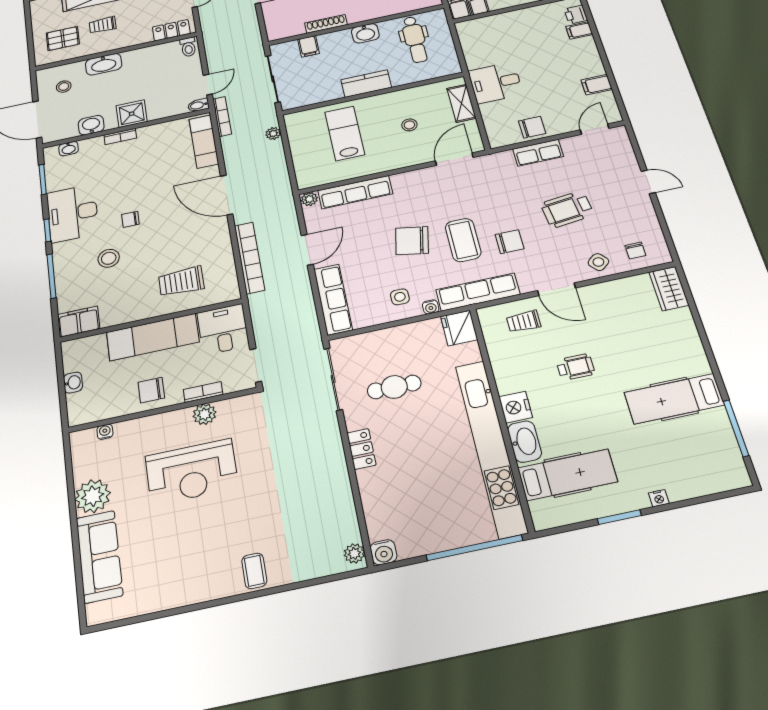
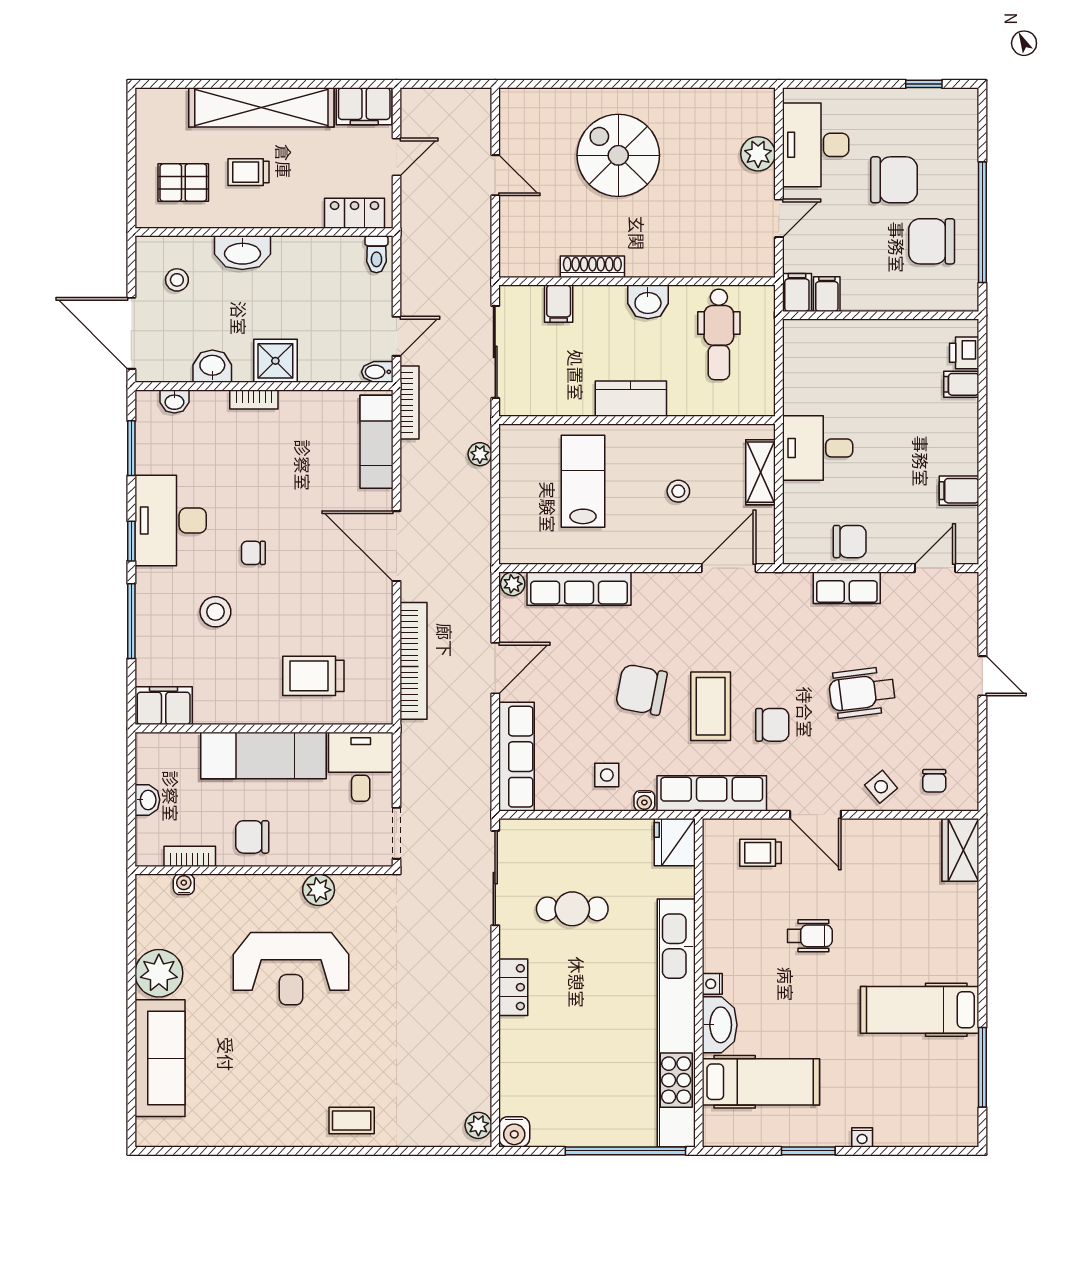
bookcase: (203, 392) -> (190, 856), moved
nightstand: (516, 407) -> (712, 984), width x0.53, depth x0.56
coffee table: (254, 571) -> (352, 1120), turned 90

